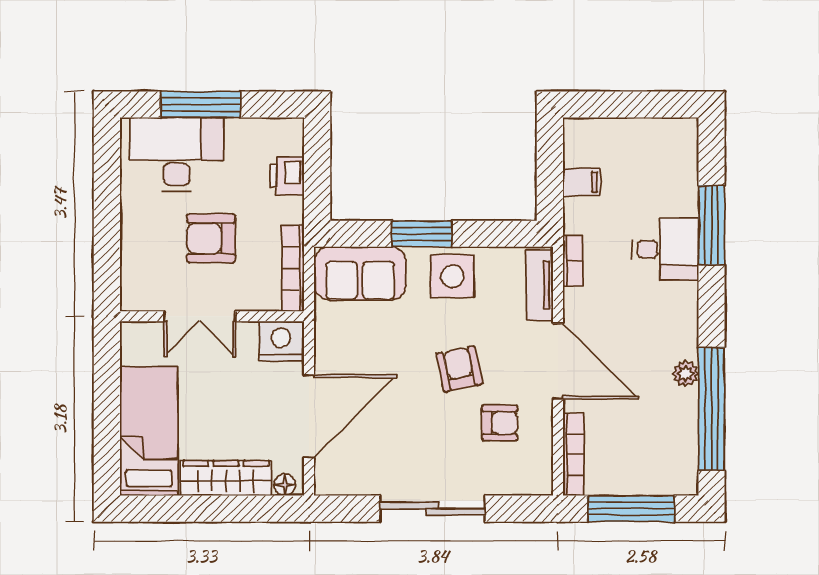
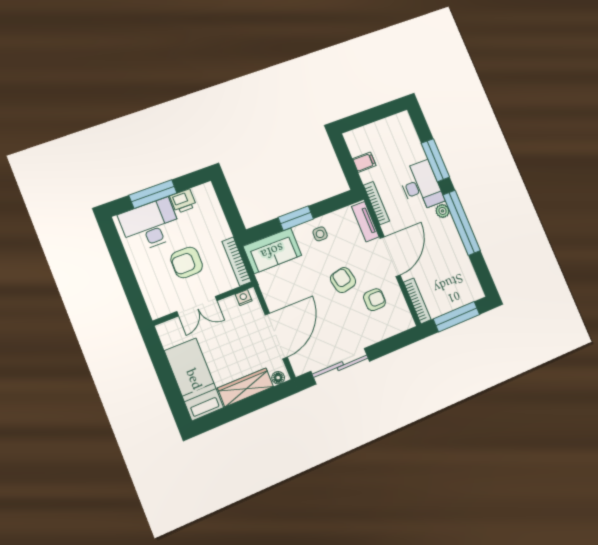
printer: (287, 176) -> (183, 201), moved, turned -90
desk: (665, 249) -> (421, 186), width x1.37
bookcase: (573, 261) -> (376, 203), width x1.56
side table: (452, 276) -> (320, 234), width x0.54, depth x0.54
nightstand: (281, 341) -> (244, 298), width x0.53, depth x0.56
door: (558, 361) -> (390, 257), hinge flipped
plant: (686, 374) -> (443, 211), moved
window: (712, 409) -> (462, 223), moved
sliding door: (432, 509) -> (340, 366), moved

